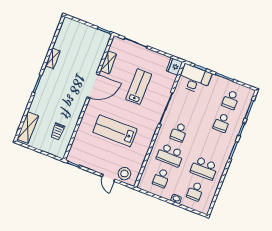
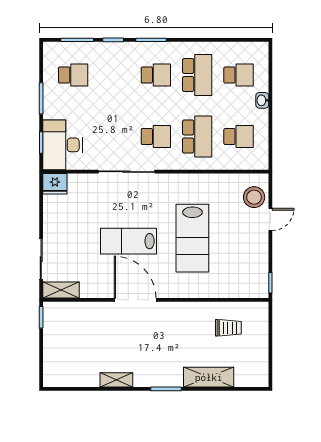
shelving: (108, 62) -> (61, 290), moved
lab bench: (139, 87) -> (128, 241), moved
school desk: (222, 123) -> (156, 75), moved
shelving: (28, 128) -> (209, 377), moved

